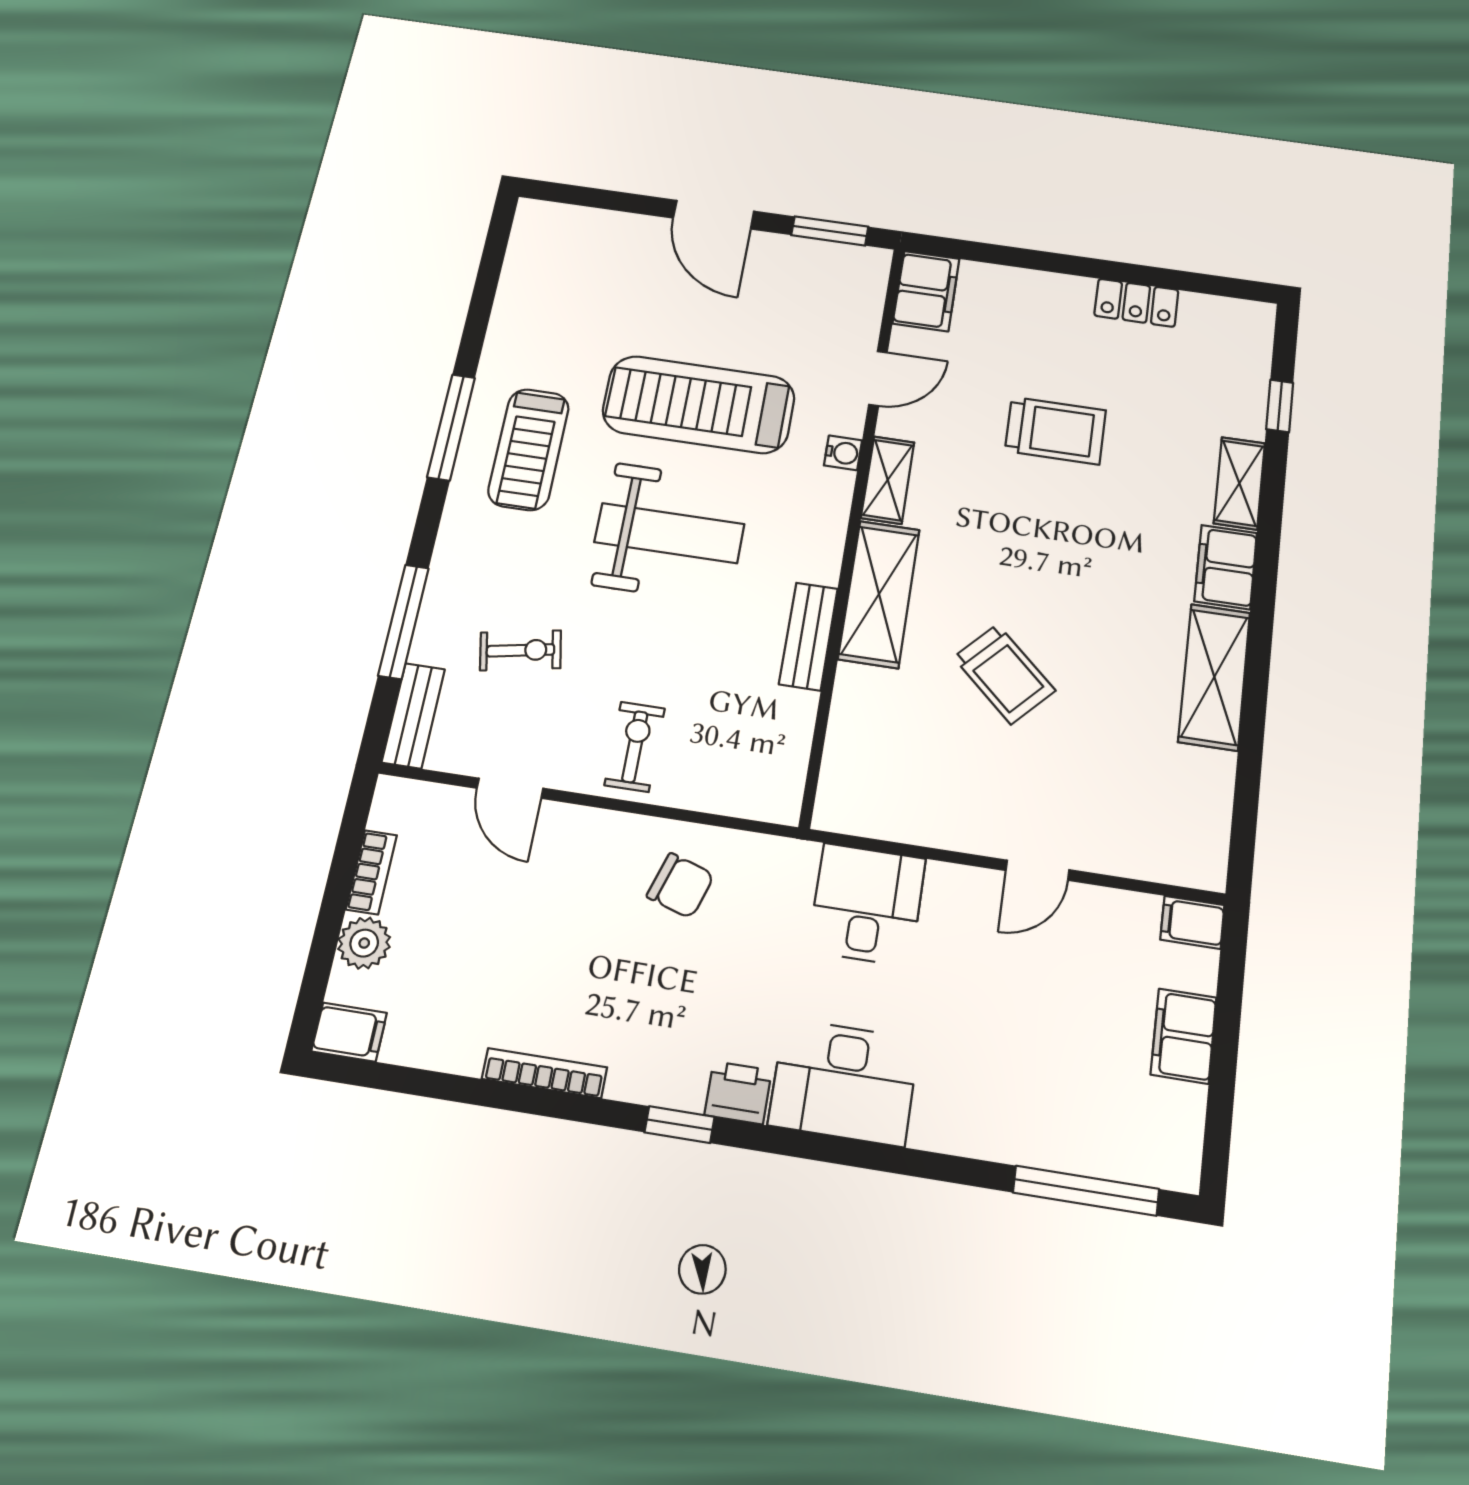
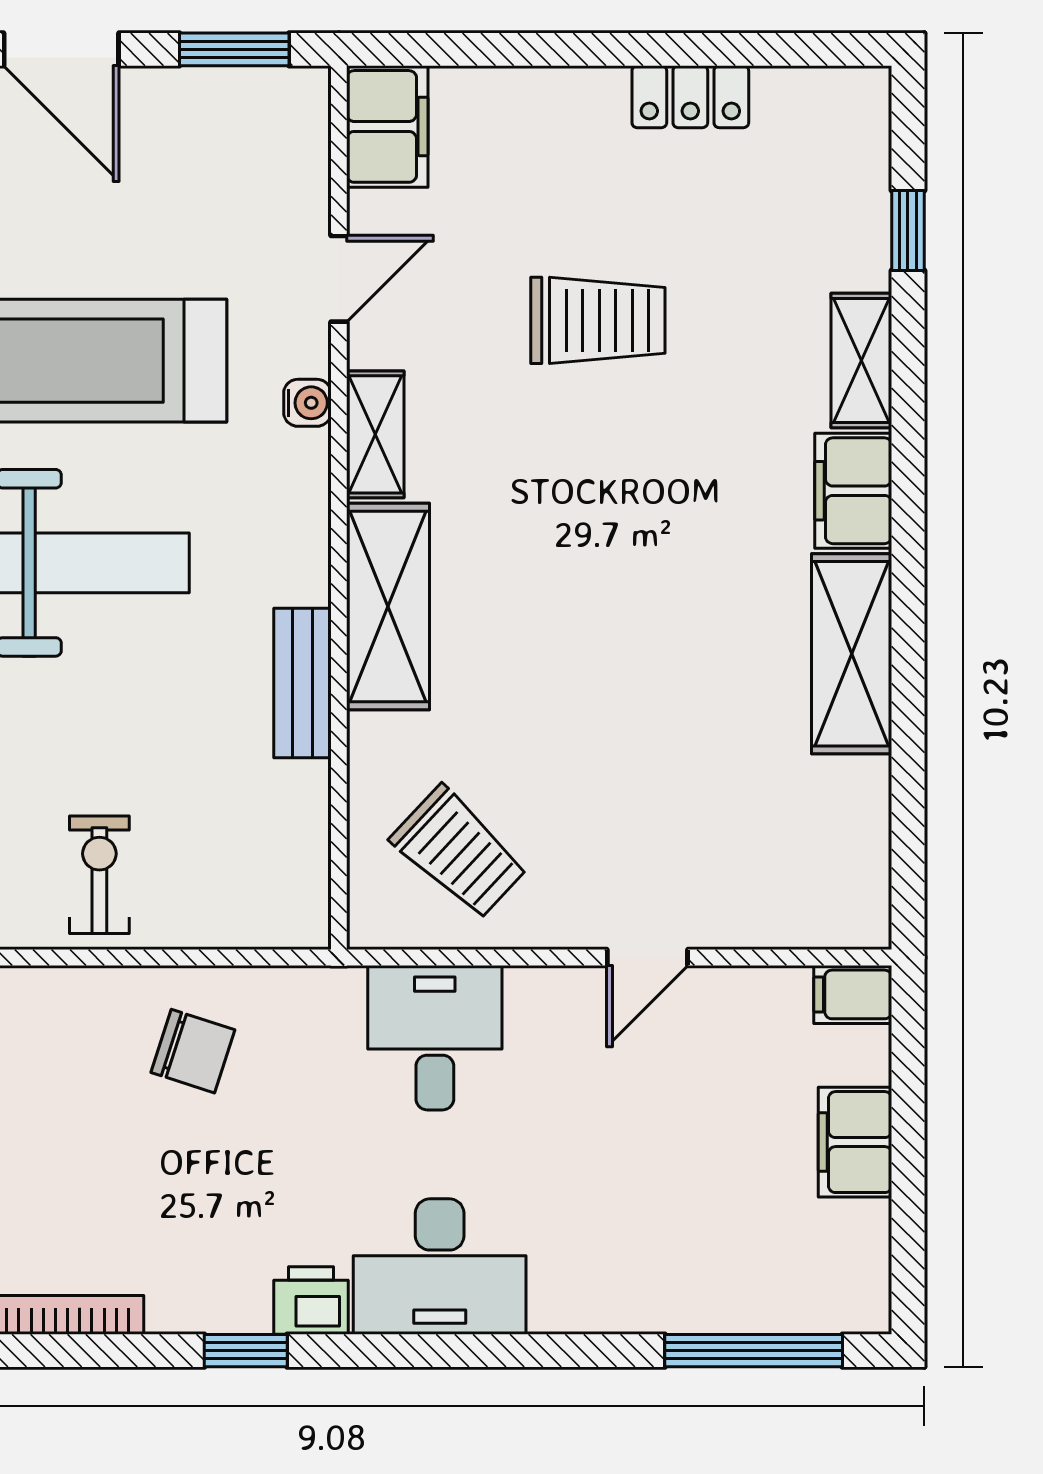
trolley: (1004, 674) -> (459, 853), moved

